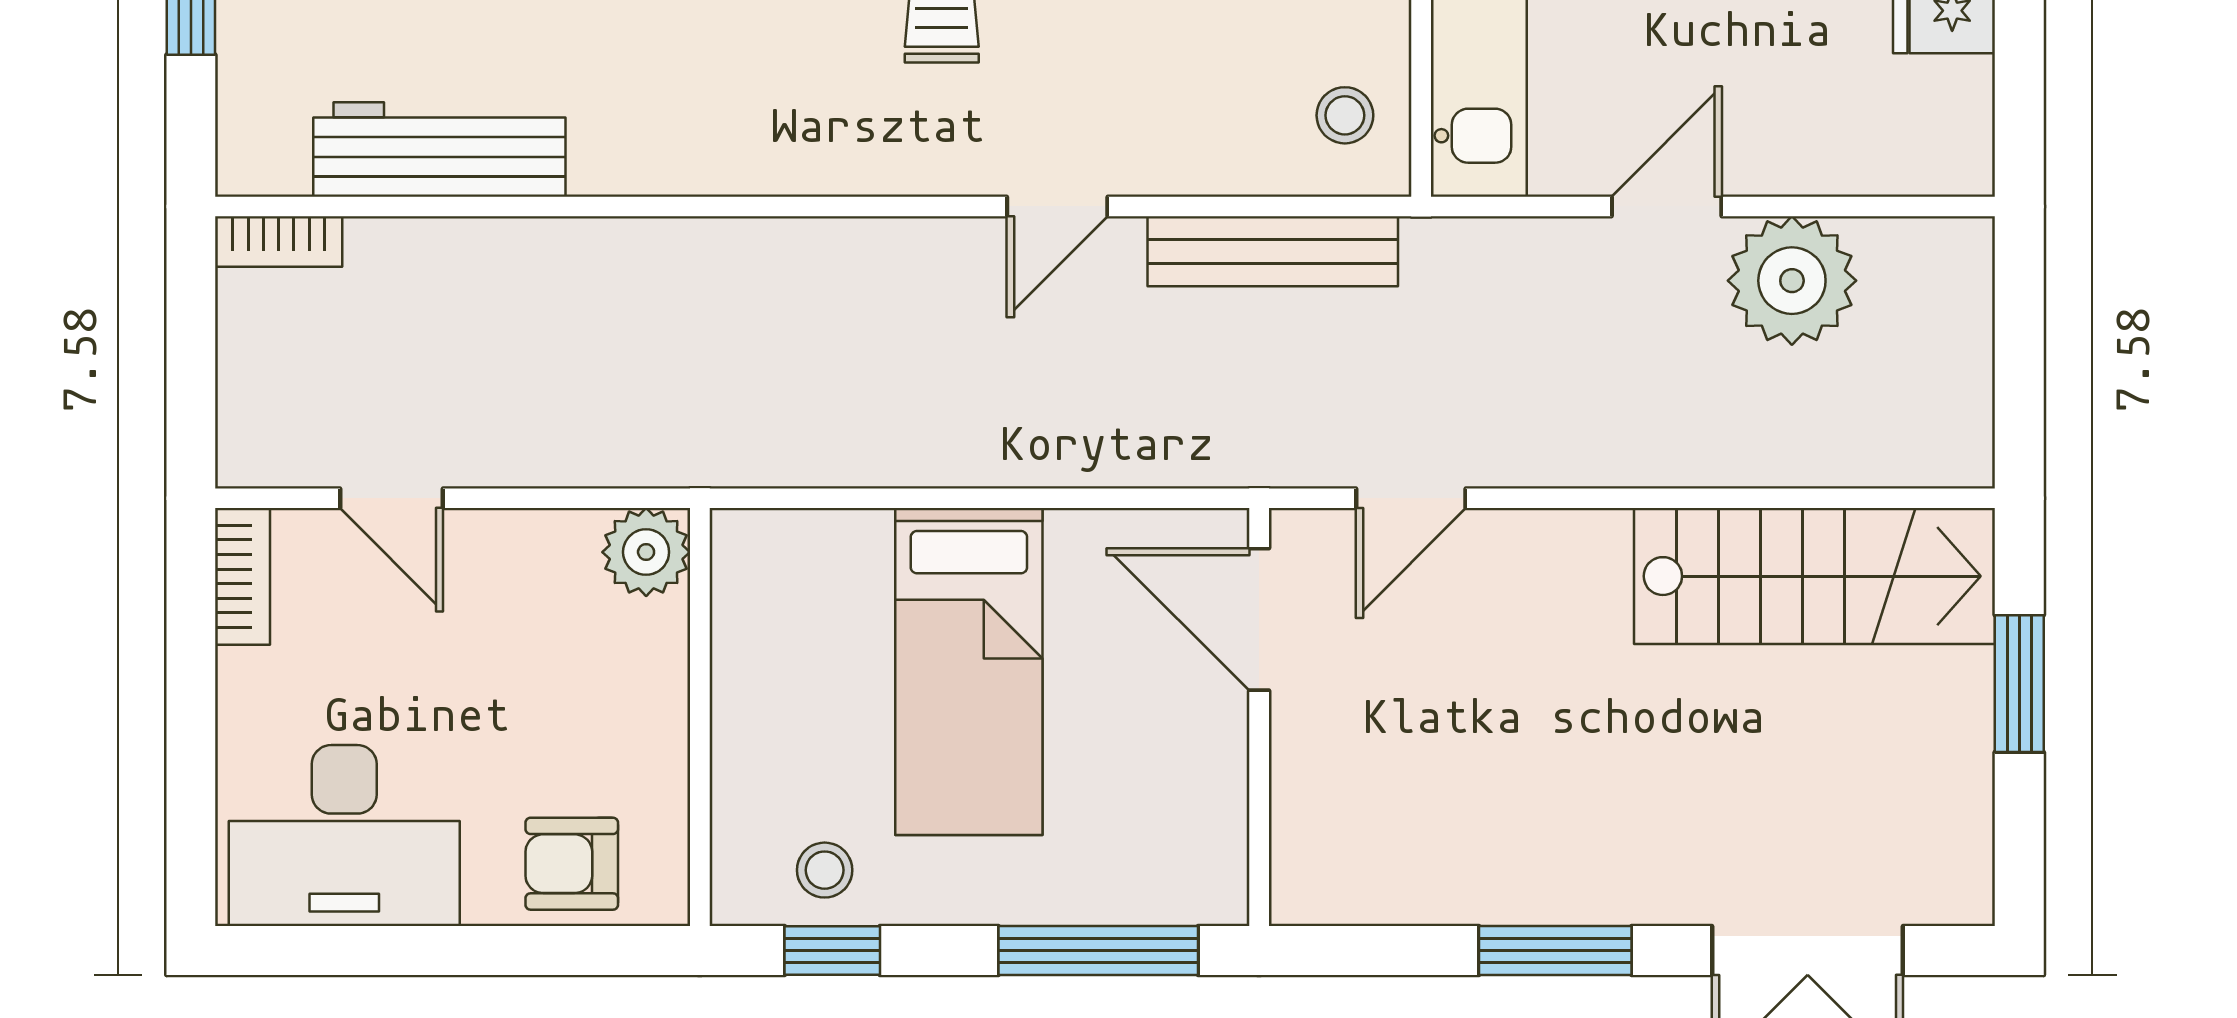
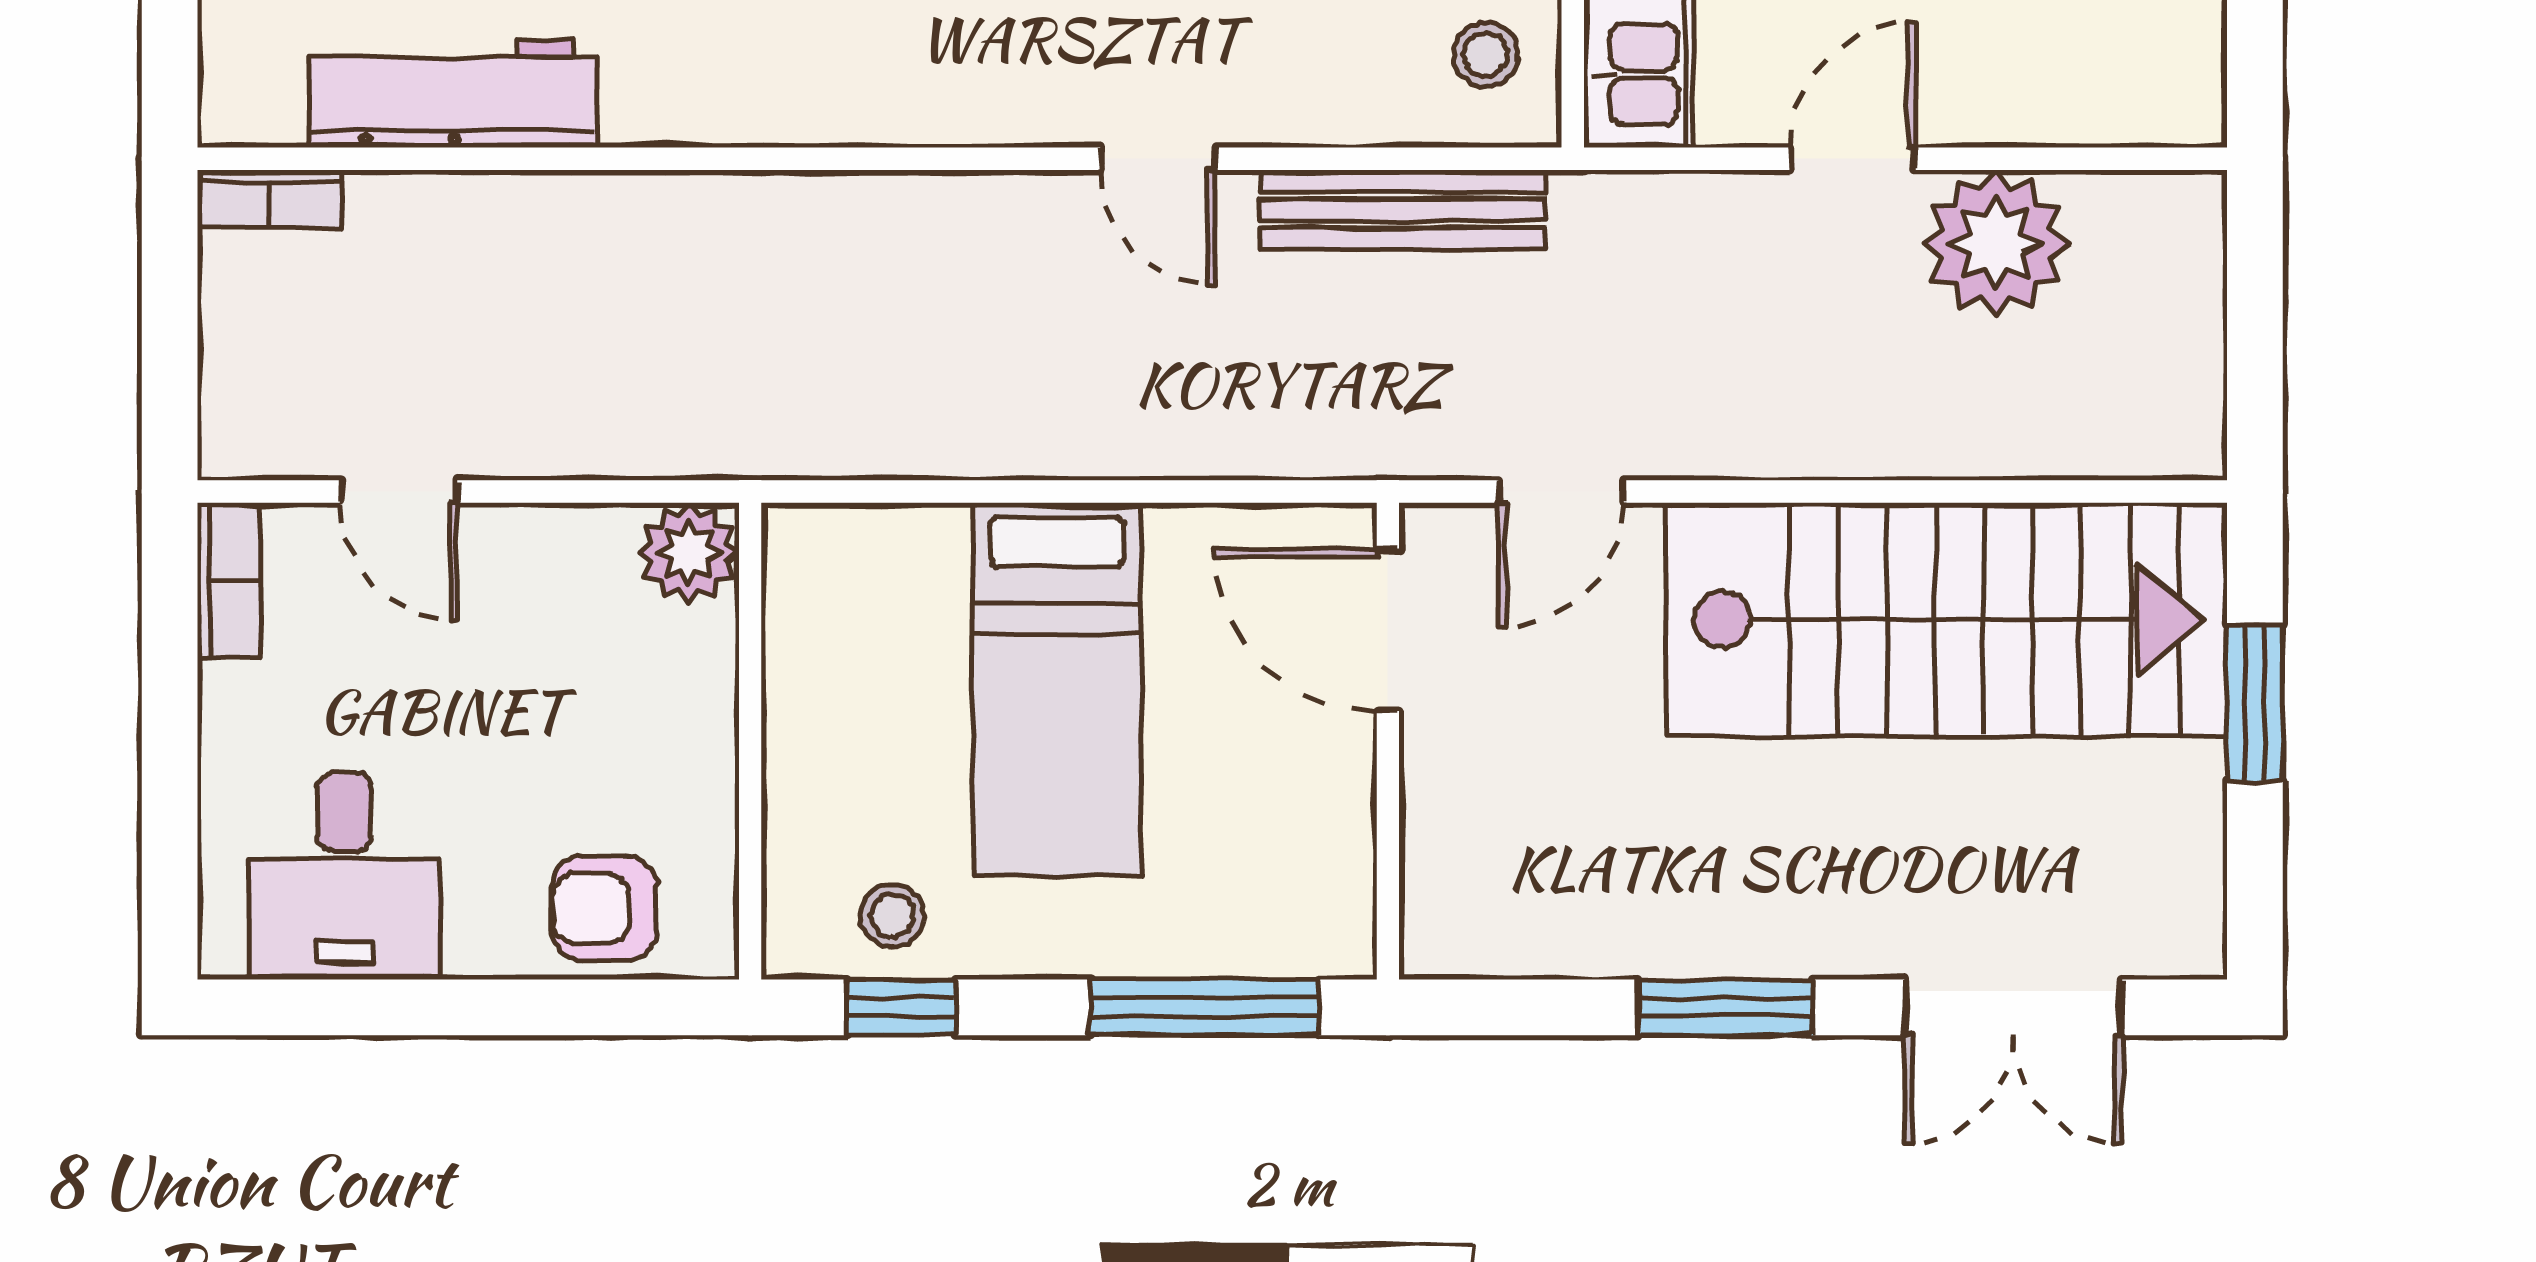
door: (1057, 206) -> (1158, 159), hinge flipped
stairs: (1814, 576) -> (1946, 620), width x1.36, depth x1.51
desk: (344, 836) -> (345, 876), width x0.73

